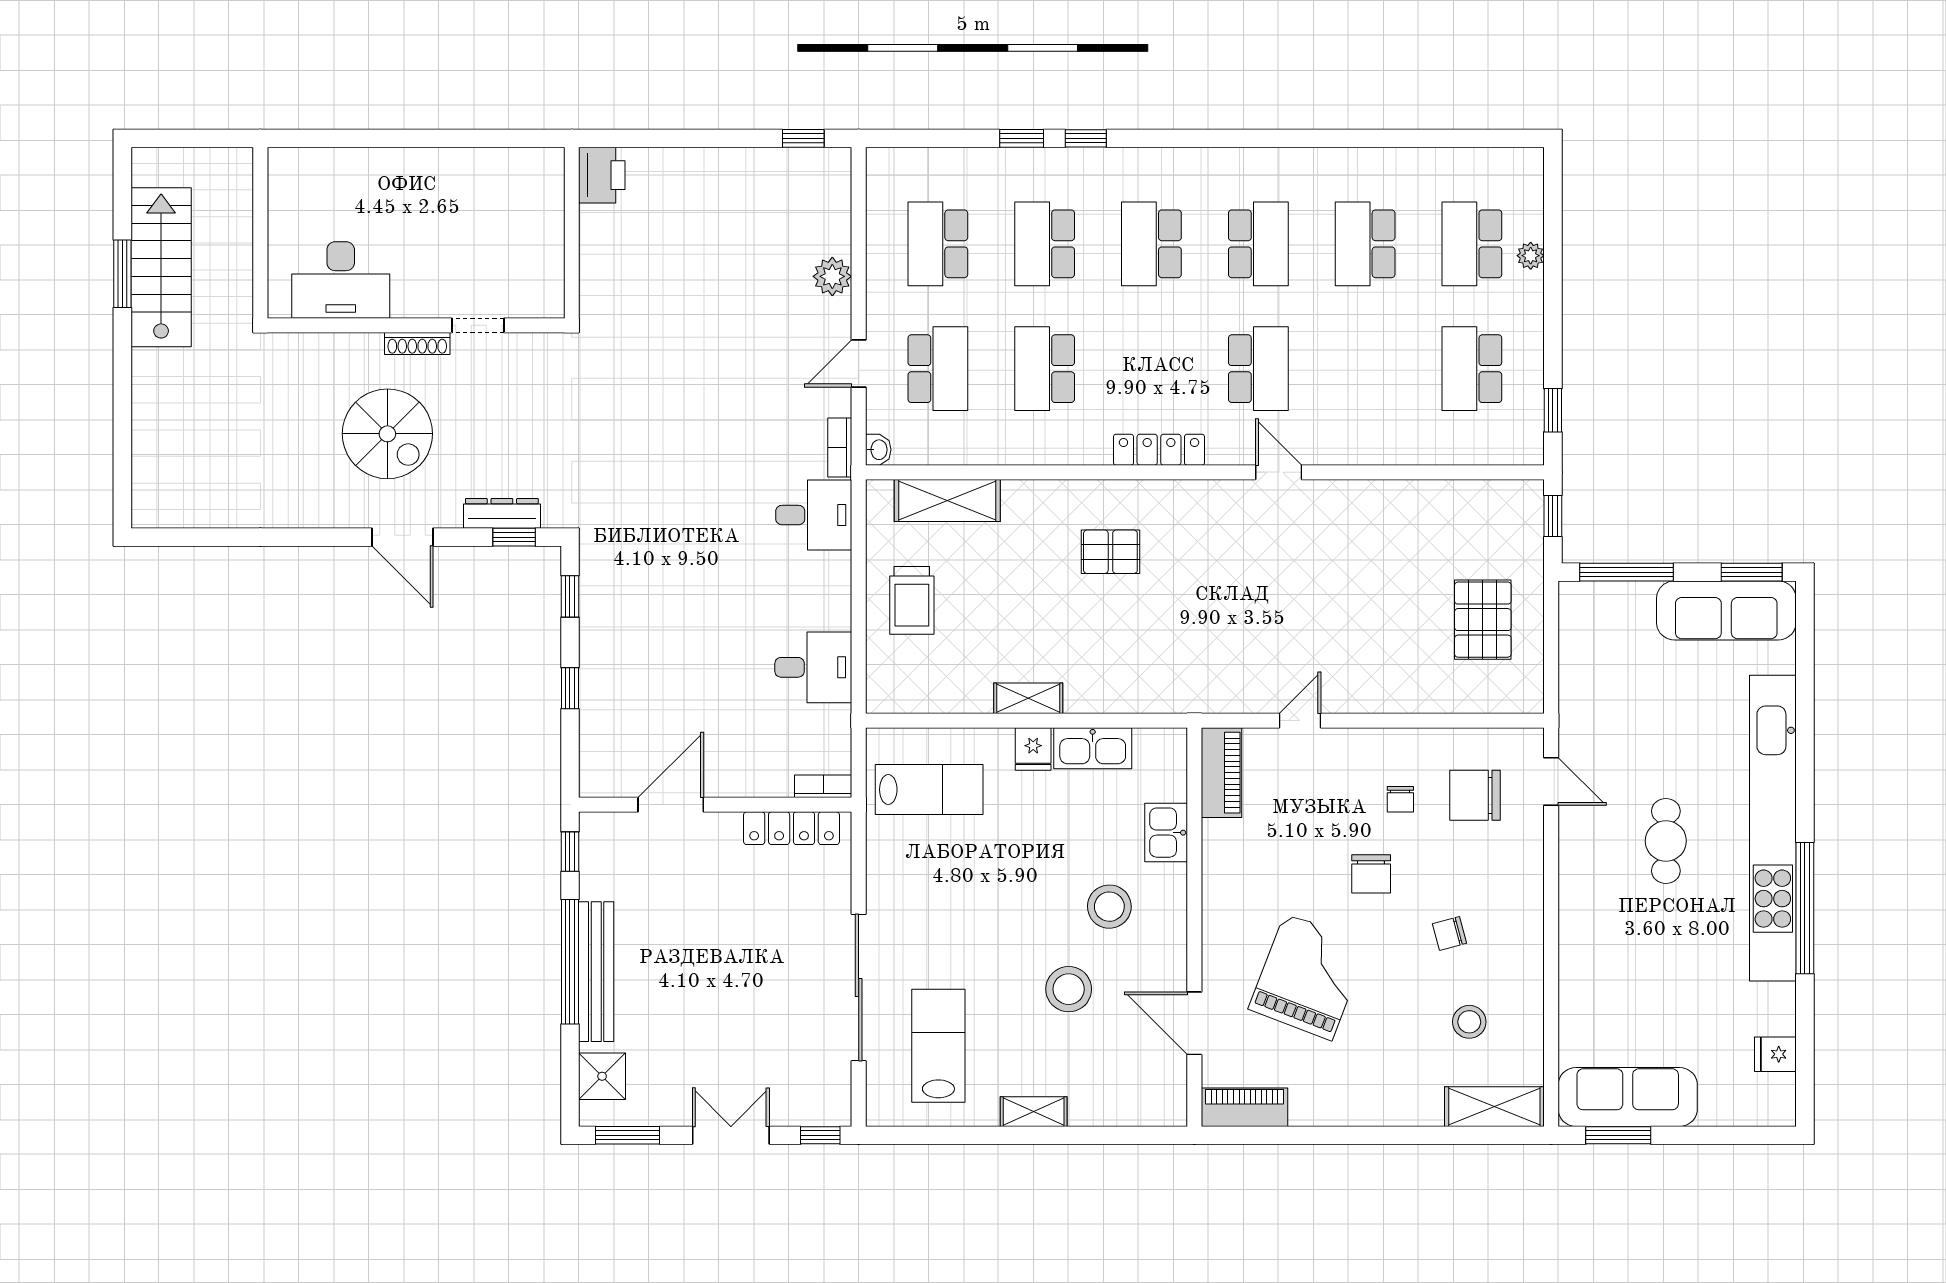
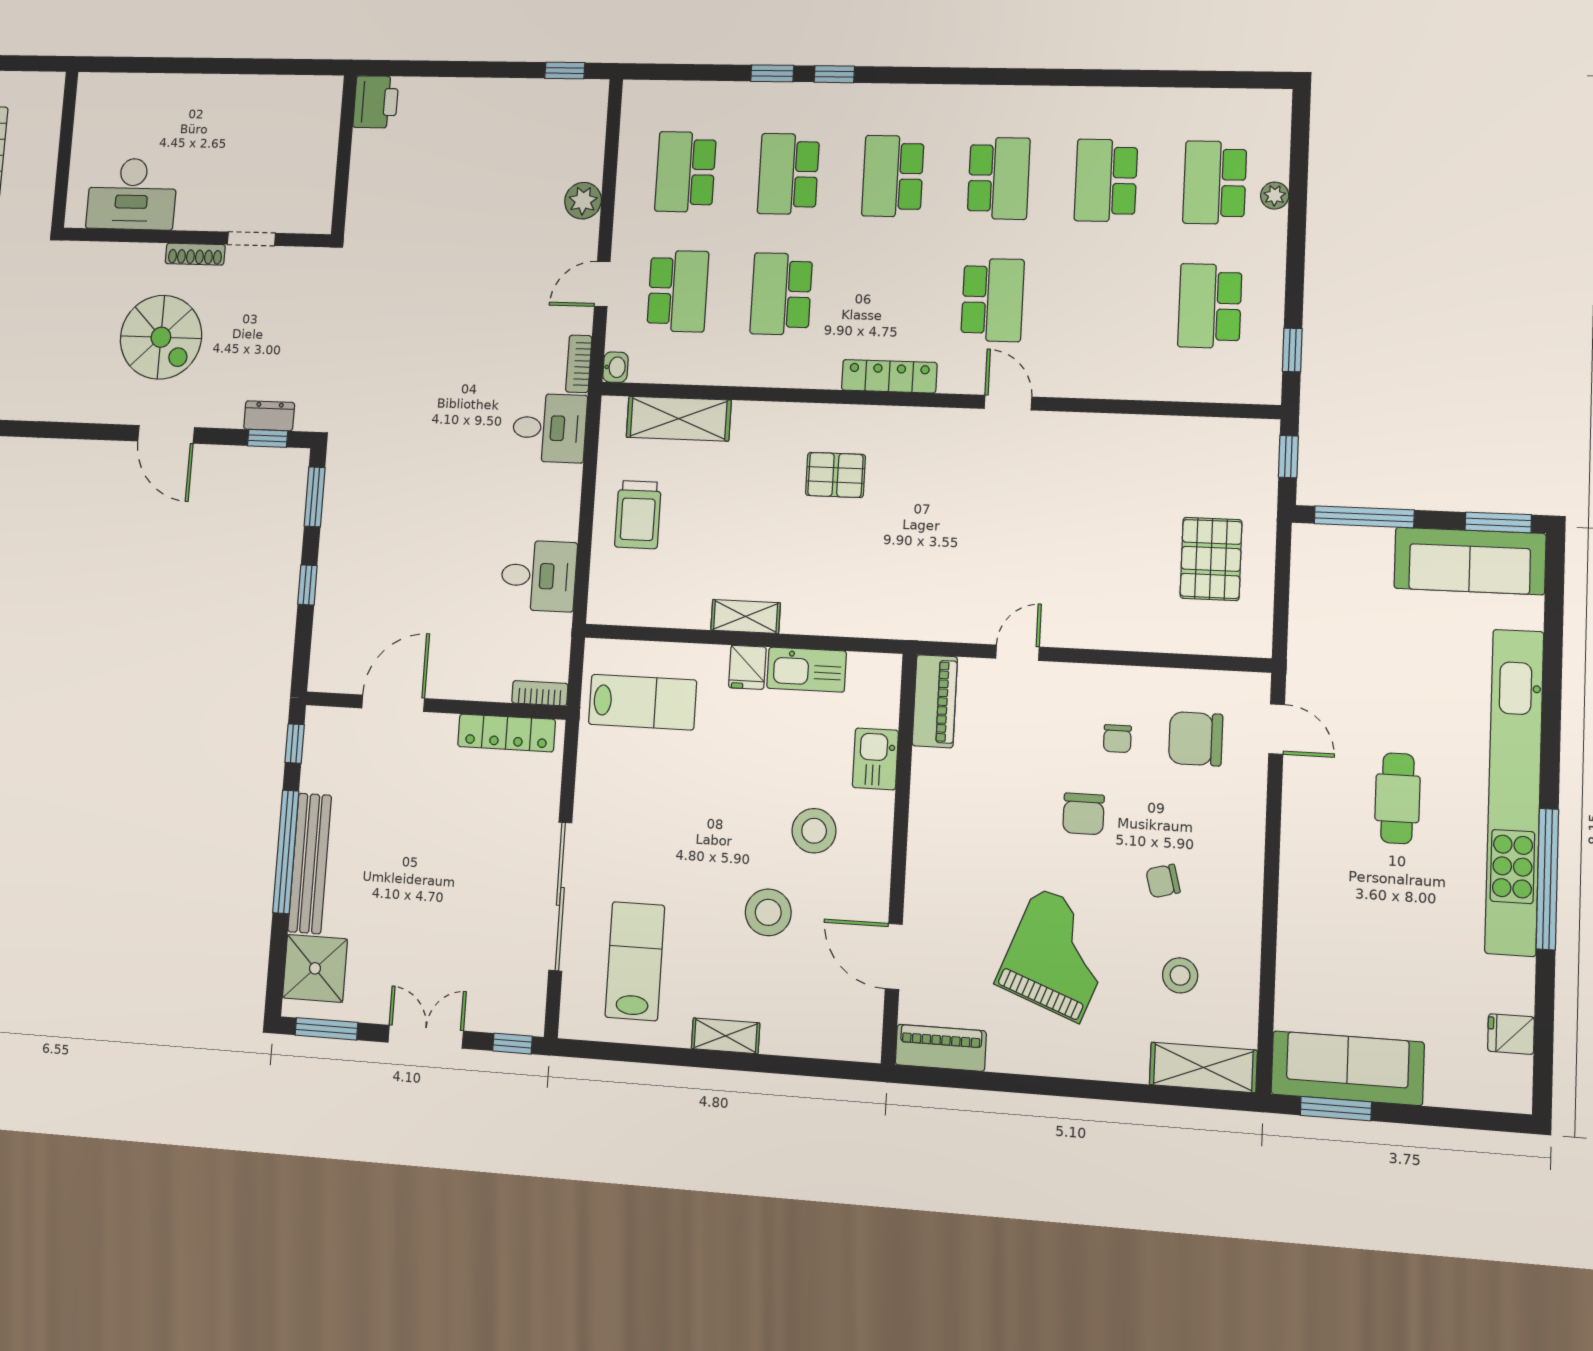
dresser: (502, 513) -> (269, 416), width x0.70
window: (570, 596) -> (315, 497), width x1.50
grand piano: (1308, 977) -> (1058, 954), moved
shower: (602, 1076) -> (315, 968), width x1.36, depth x1.36

